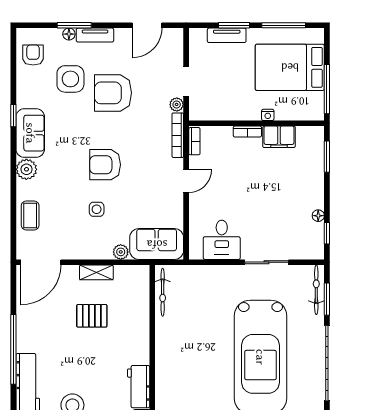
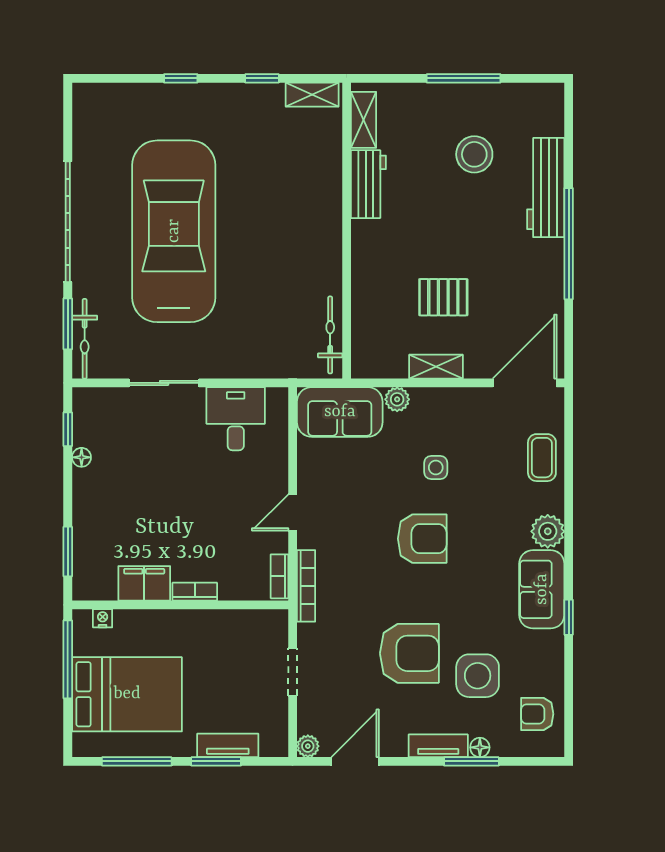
armchair: (33, 55) -> (537, 714), turned 90
plant: (177, 104) -> (308, 746), moved
nightstand: (268, 115) -> (103, 618), moved

